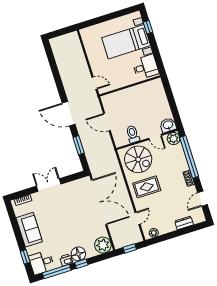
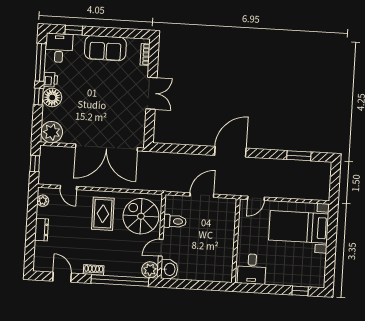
bed with nightstands: (126, 42) -> (299, 227), moved, turned -90
window: (79, 145) -> (299, 156), moved
spiral stairs: (138, 159) -> (141, 216), turned 90
dresser: (184, 223) -> (41, 230), moved

